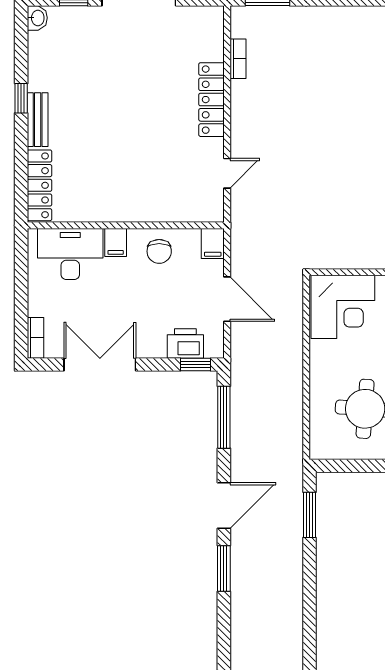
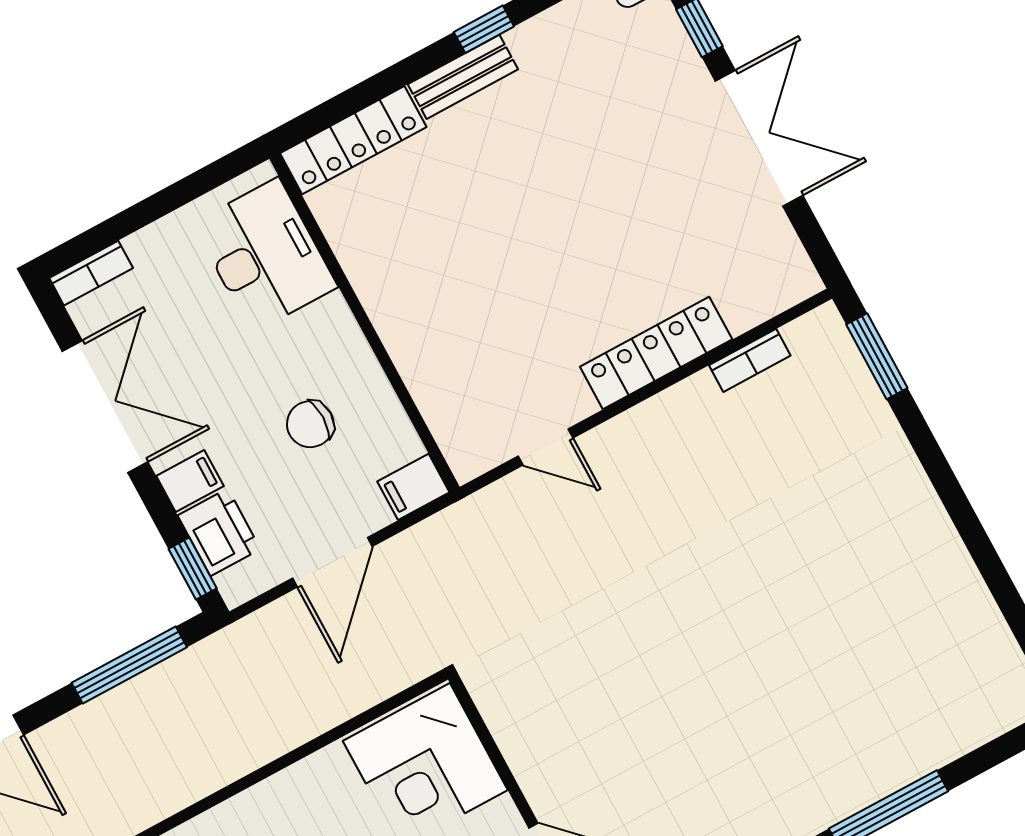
filing cabinet: (116, 242) -> (190, 481), moved, turned 180
chair: (159, 251) -> (310, 424), moved

